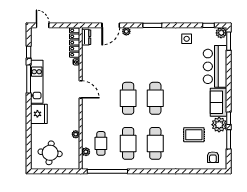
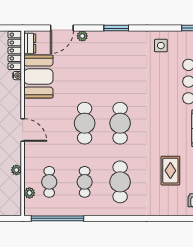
booth: (93, 63) -> (38, 77), added
door: (81, 89) -> (23, 130), moved
rug: (194, 135) -> (170, 171), turned 90
cafe table: (128, 143) -> (85, 182), width x0.73, depth x0.74

